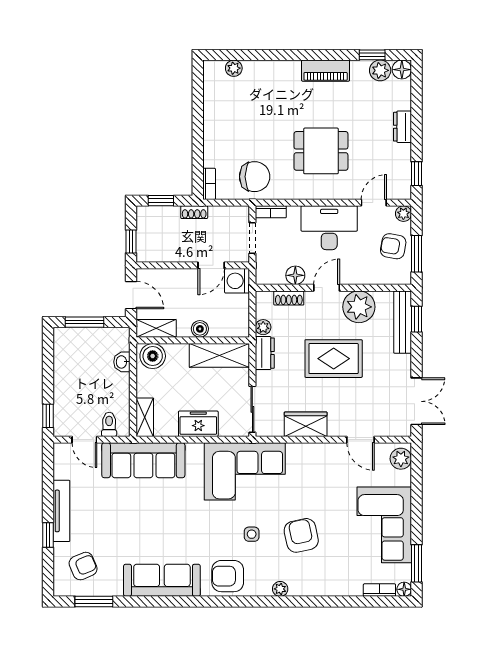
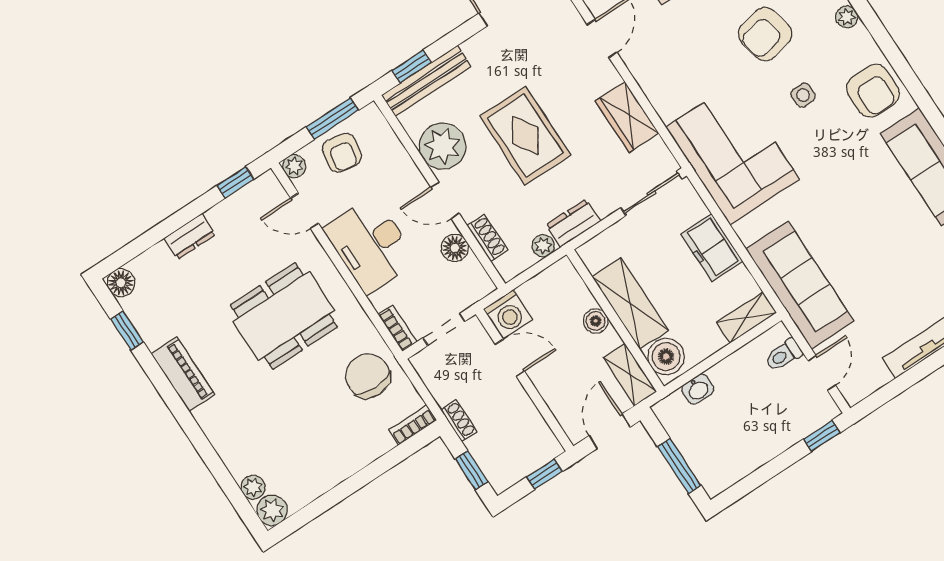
plant: (380, 70) -> (272, 510), moved
dining table: (321, 151) -> (284, 316), width x1.38
shelving: (219, 355) -> (630, 303), moved

